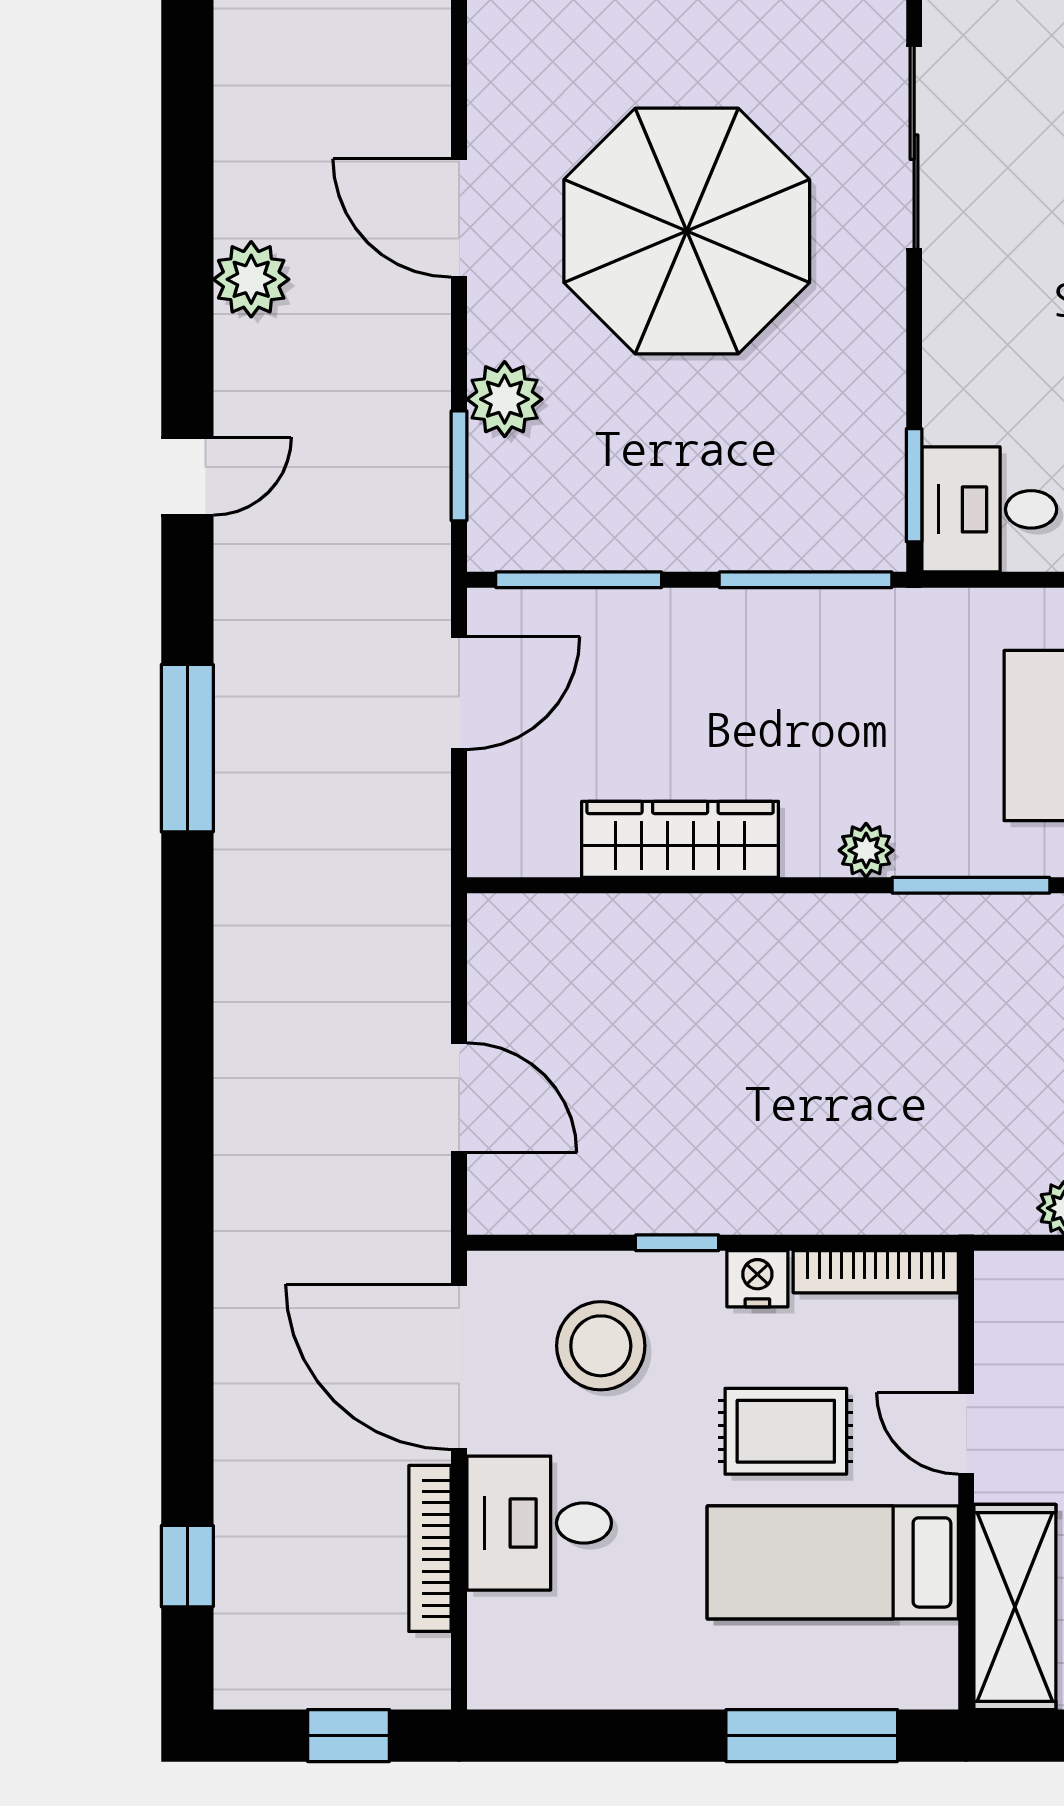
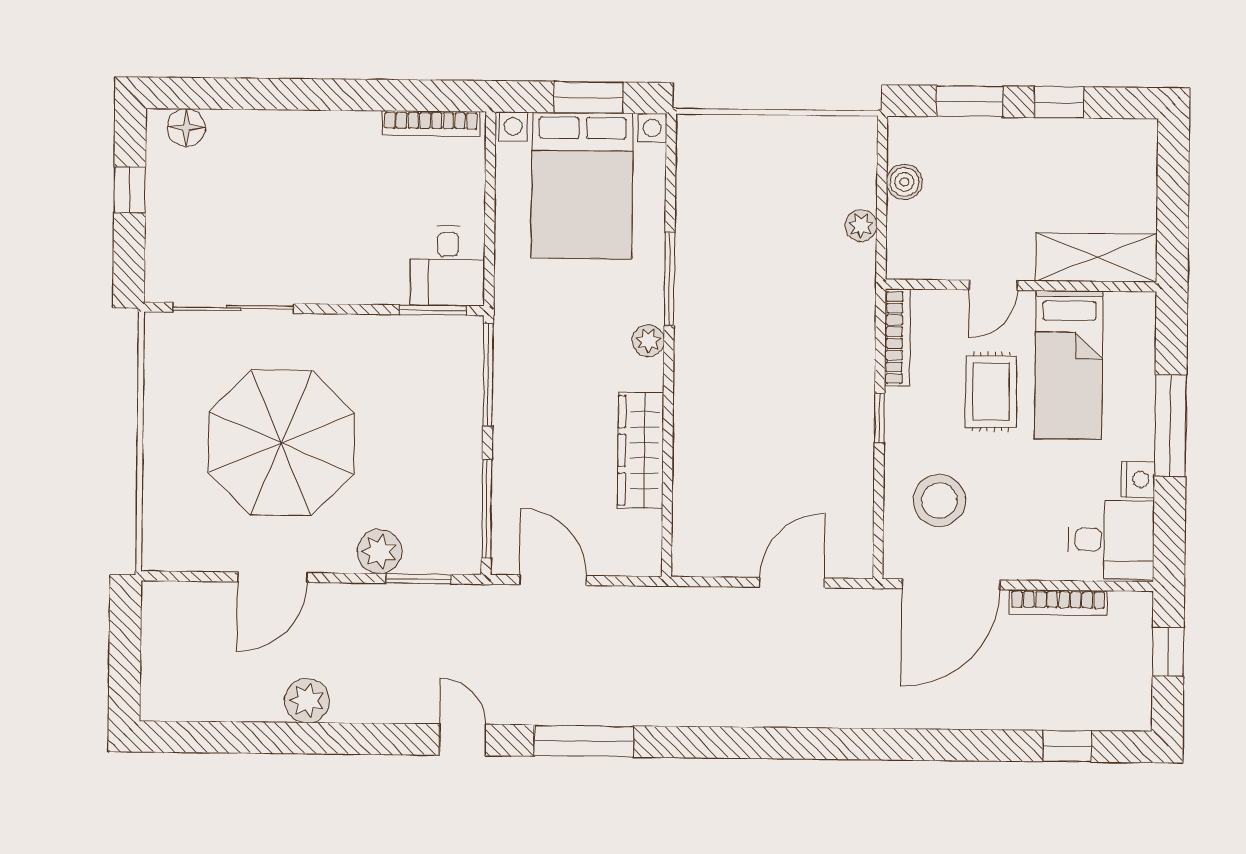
door: (187, 476) -> (463, 740), moved
window: (677, 1243) -> (879, 418), moved
nightstand: (757, 1279) -> (1138, 479), moved, turned 180
desk: (539, 1523) -> (1111, 540), moved, turned -90
window: (812, 1736) -> (1170, 426), moved

